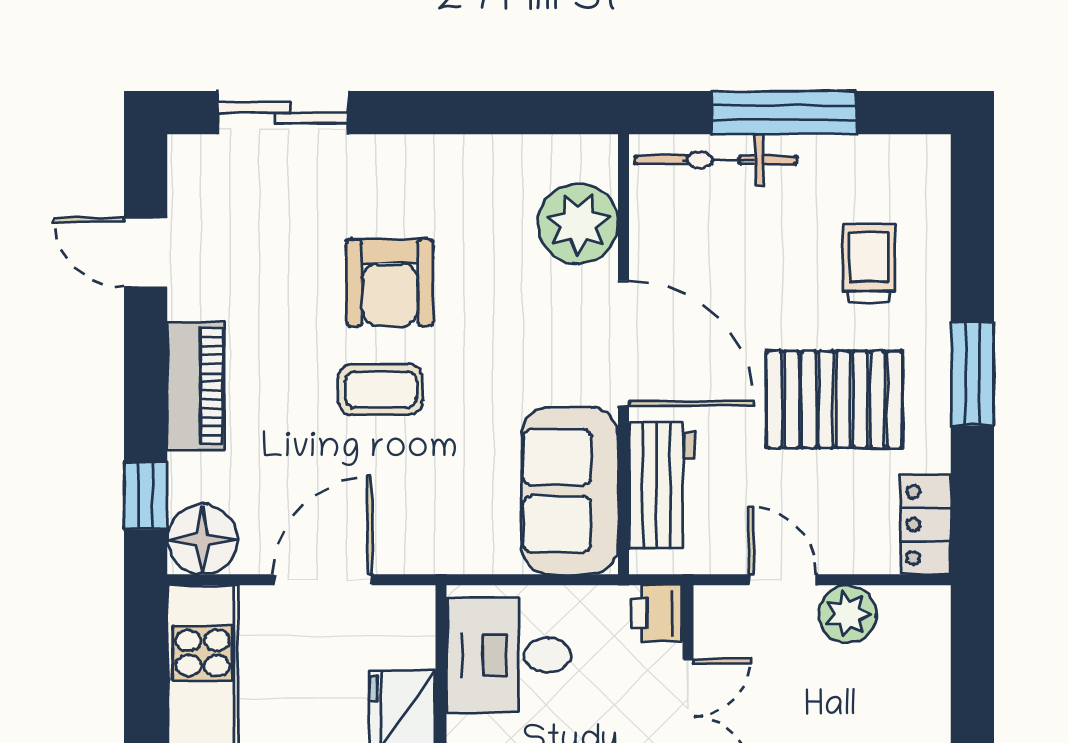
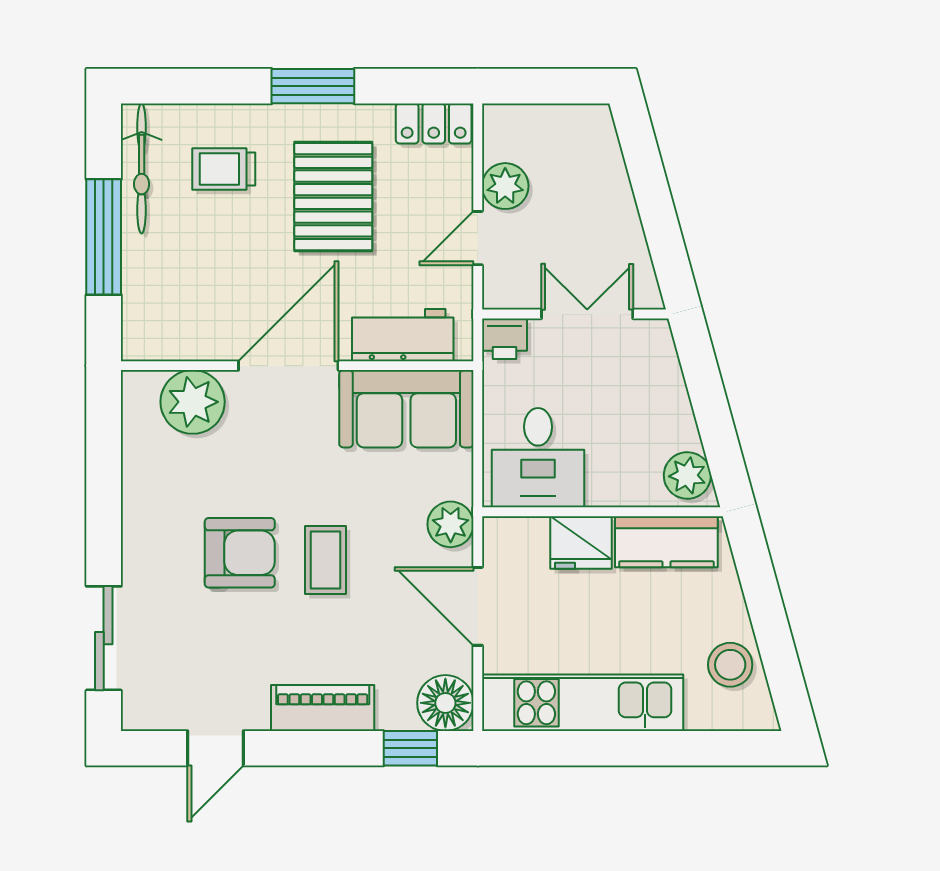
bicycle: (716, 160) -> (142, 168), moved
plant: (425, 546) -> (451, 524), added

